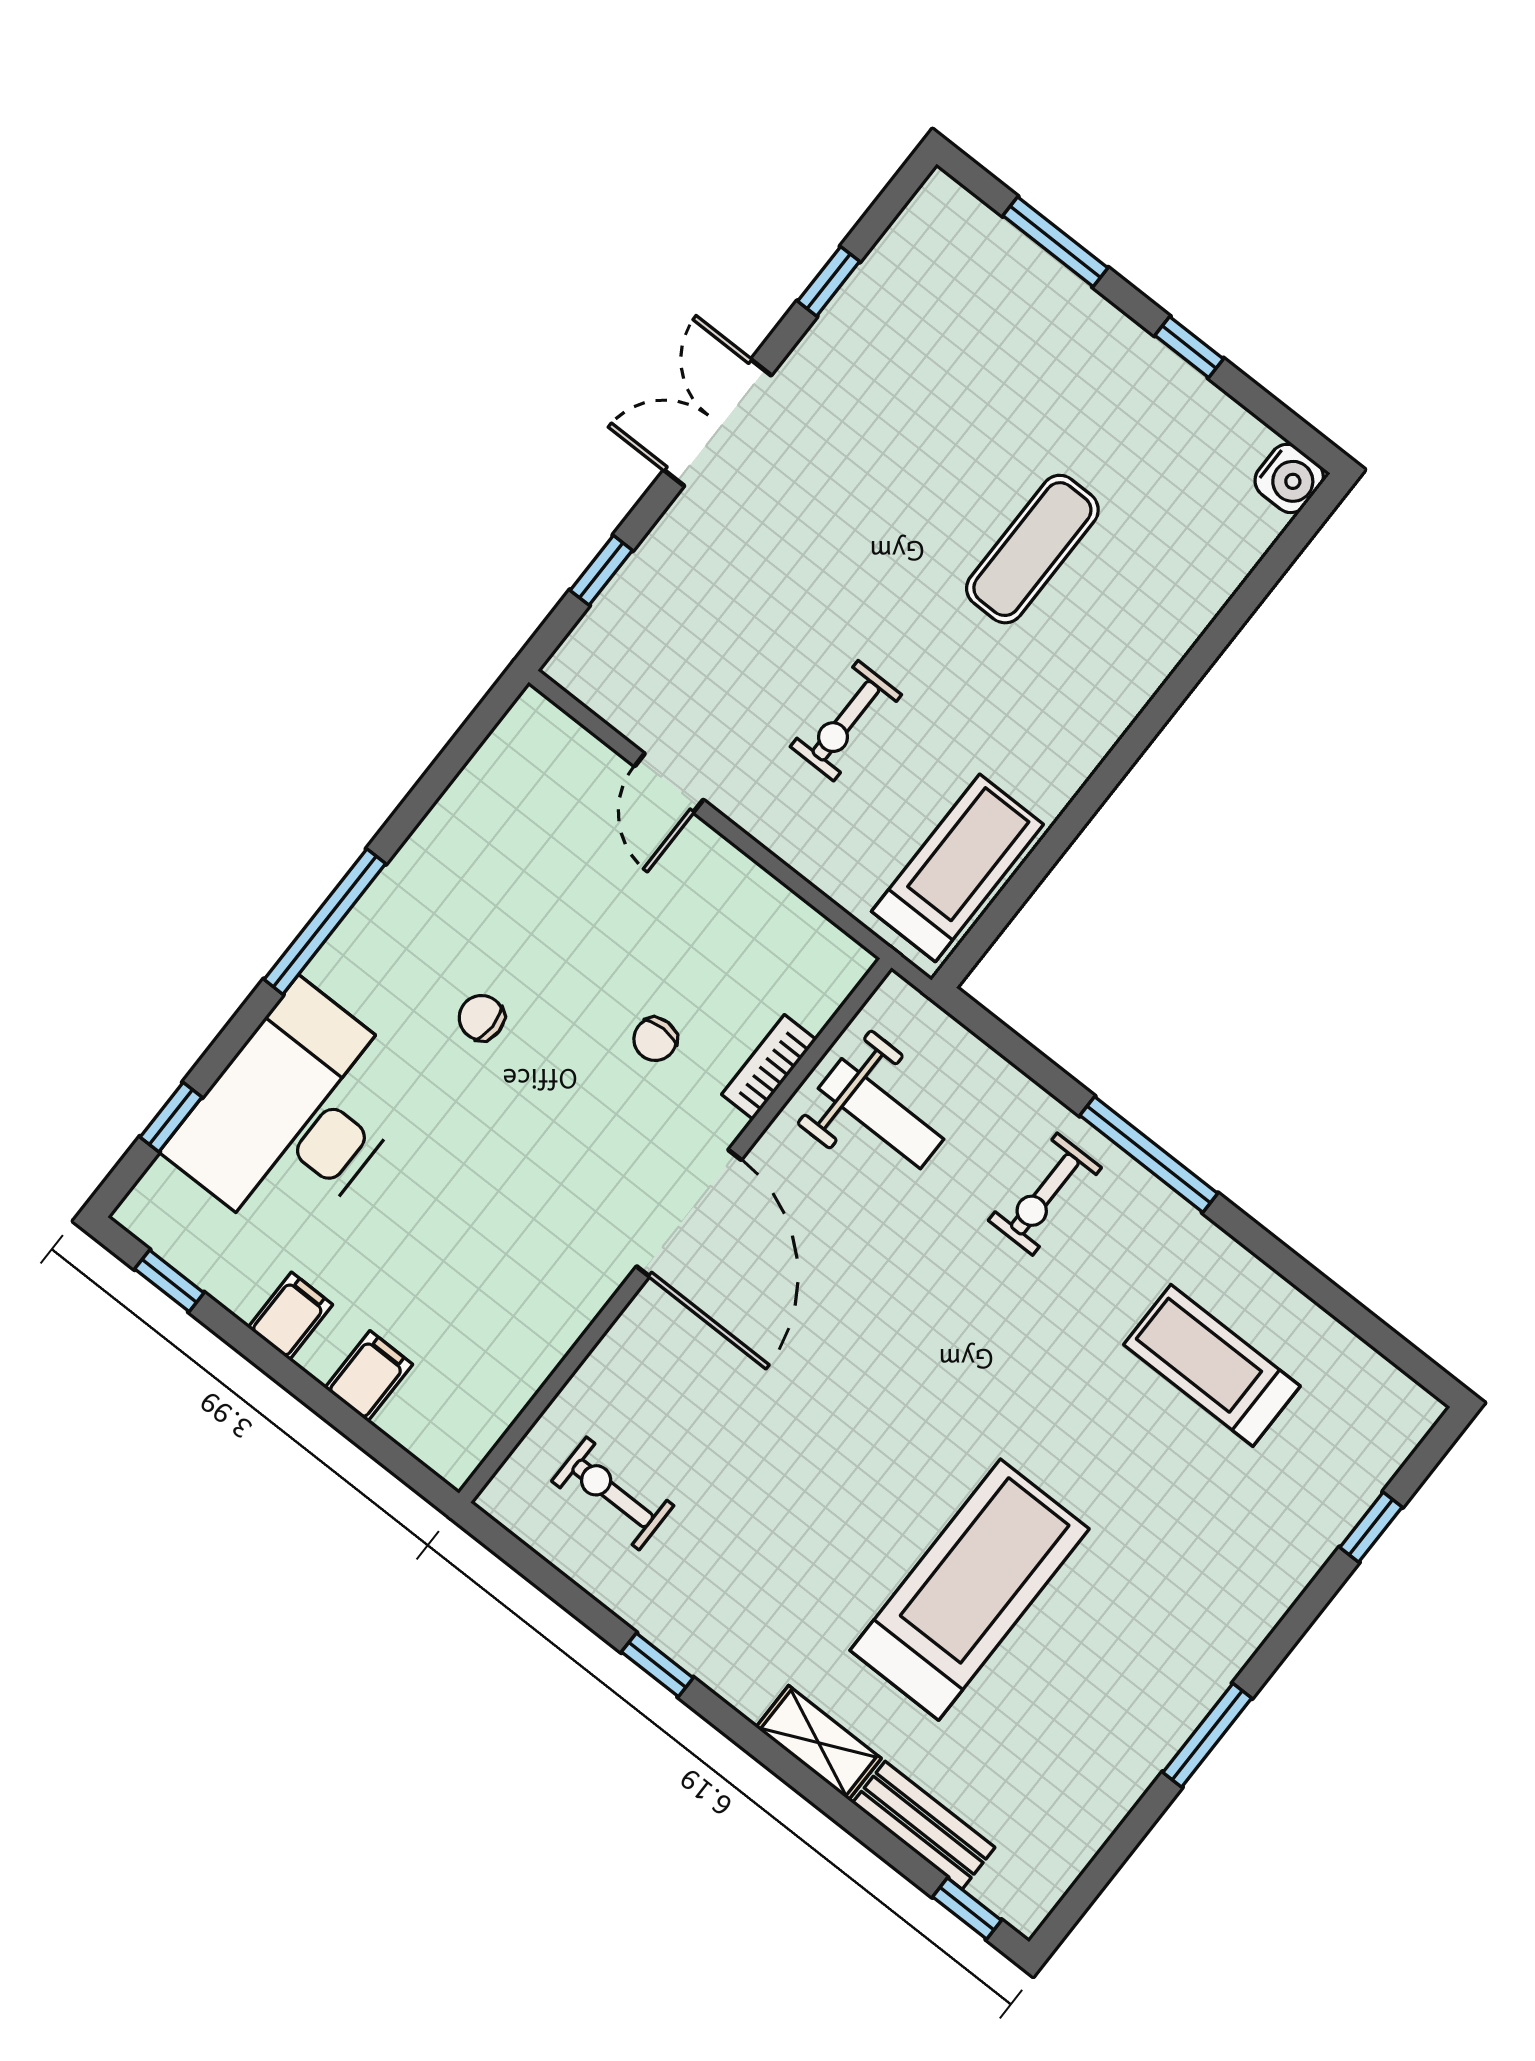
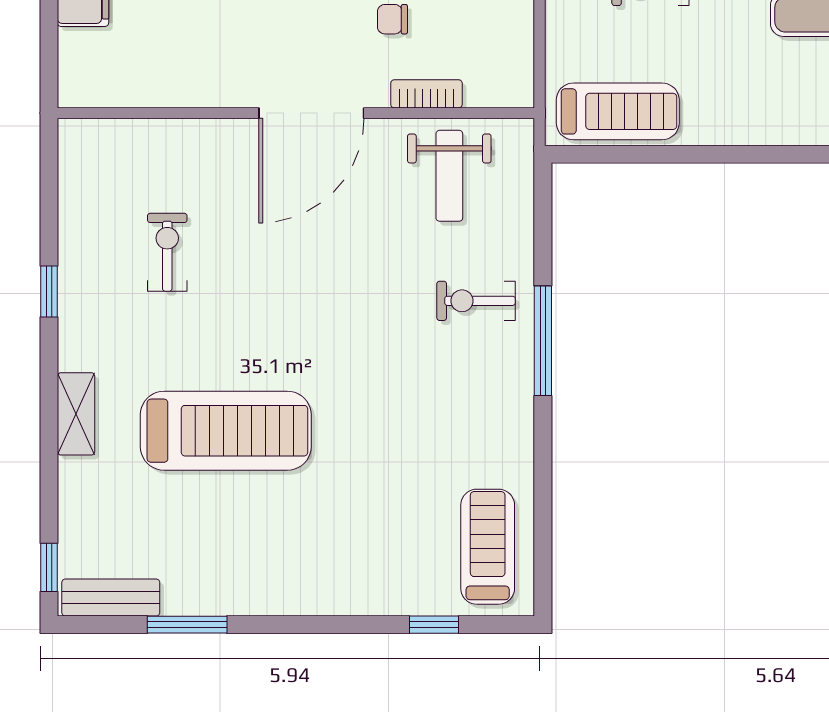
treadmill: (1212, 1365) -> (488, 547), moved
exercise bike: (613, 1493) -> (167, 252), moved
window: (1207, 1735) -> (187, 625), moved
bench: (924, 1825) -> (111, 598), moved, turned 90

